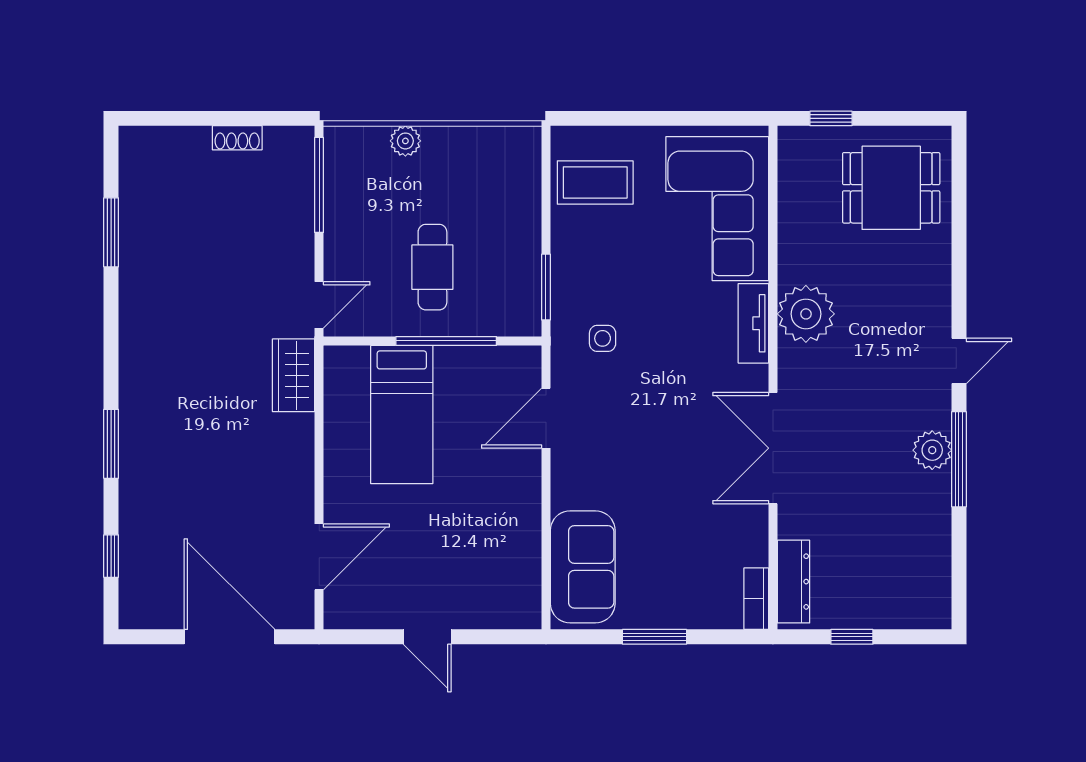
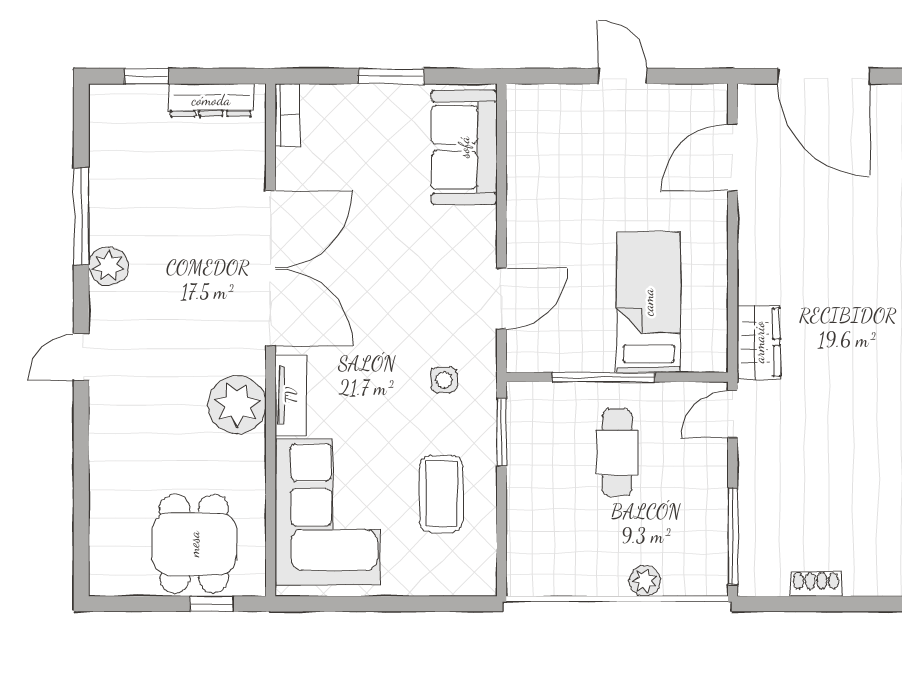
coffee table: (595, 182) -> (441, 494), moved, turned 90
dining table: (891, 188) -> (194, 544), moved, turned 90
double door: (773, 448) -> (271, 268), width x1.36
window: (959, 459) -> (81, 216), moved
dresser: (794, 582) -> (211, 100), moved, turned -90
window: (852, 637) -> (146, 76), moved

